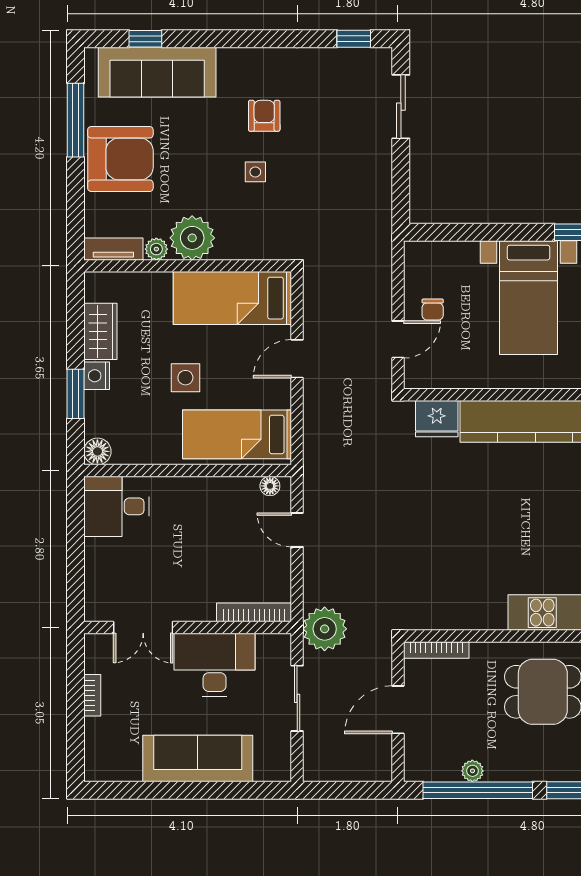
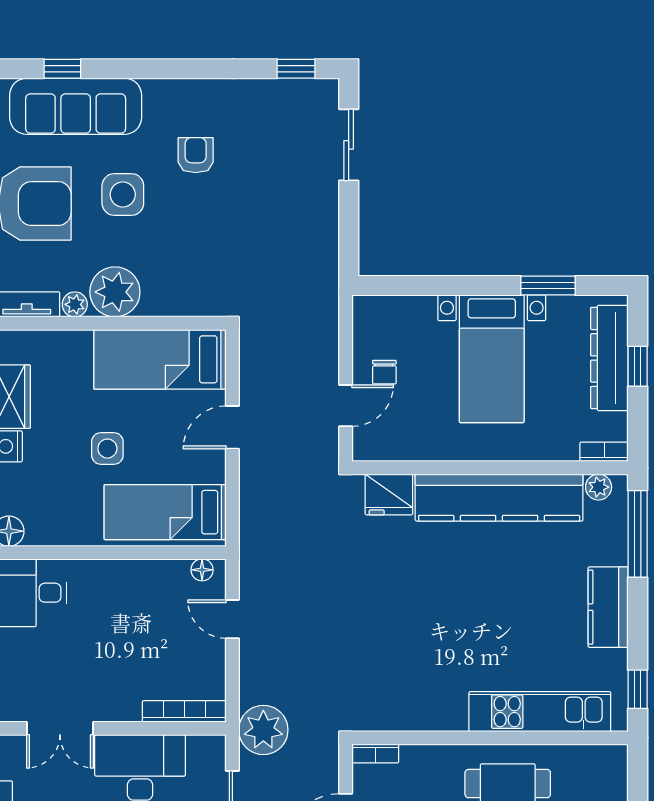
side table: (255, 172) -> (123, 194), moved, width x1.87, depth x1.87
bookcase: (436, 650) -> (375, 754), width x0.64

